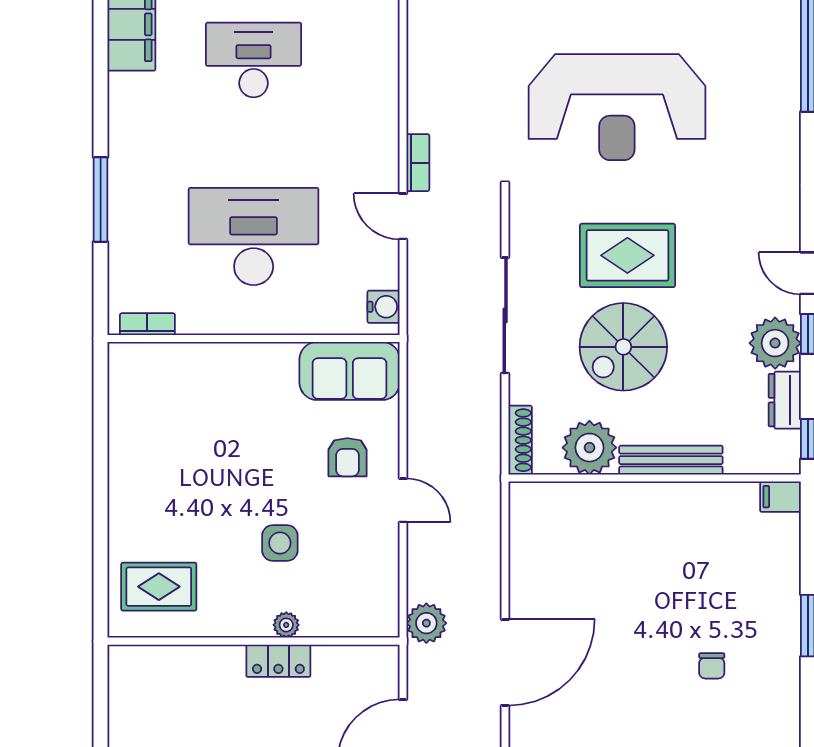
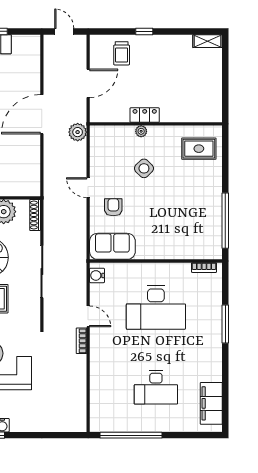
window: (101, 428) -> (225, 221), added
side table: (280, 543) -> (144, 168), turned 45

